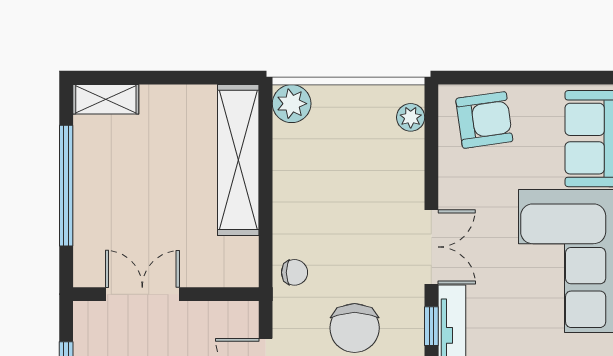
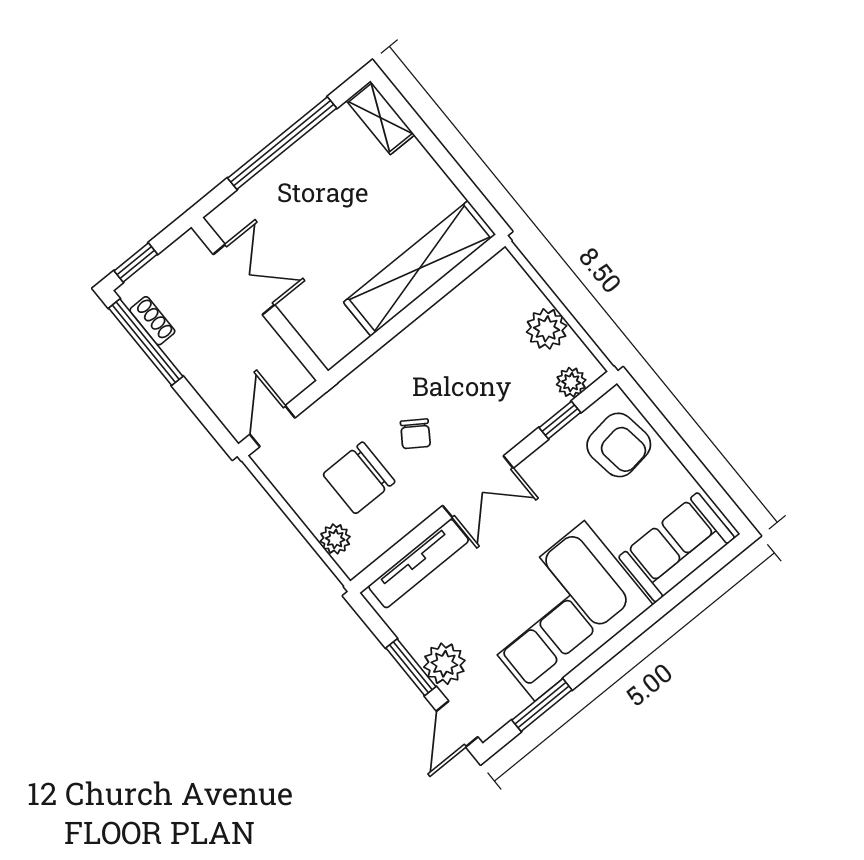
plant: (292, 104) -> (547, 329), moved
chair: (294, 272) -> (415, 434), moved, turned 34
window: (431, 326) -> (560, 420), moved

